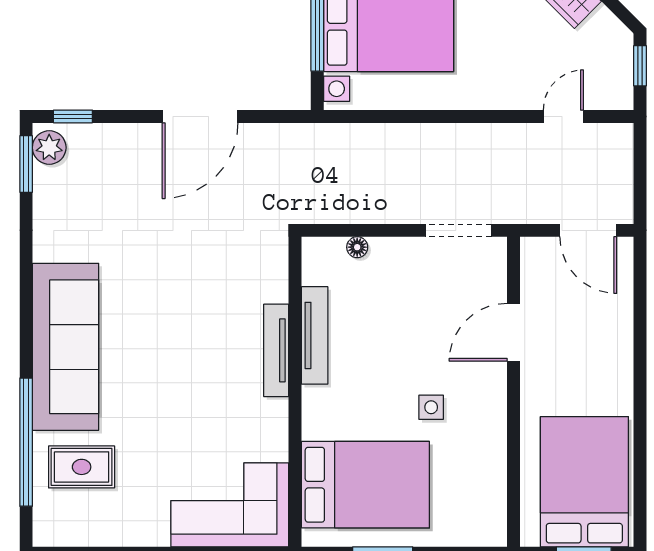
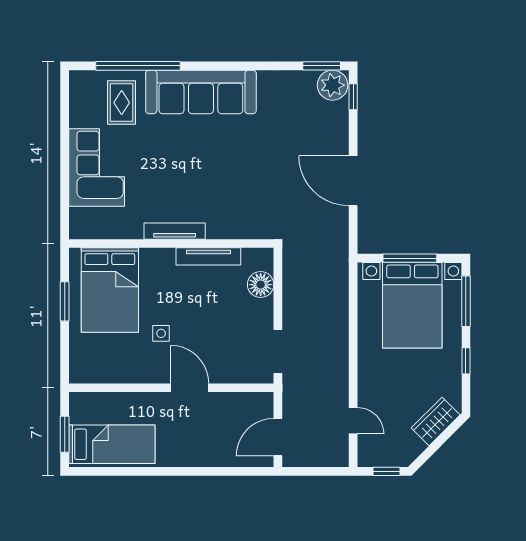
plant: (49, 148) -> (333, 85), width x1.36, depth x1.36
floor lamp: (357, 247) -> (261, 285), width x1.89, depth x1.89
door: (513, 332) -> (190, 388), moved
tv unit: (276, 350) -> (175, 231), moved
bed: (584, 482) -> (112, 444), width x0.67
corner sofa: (230, 505) -> (97, 167), moved

